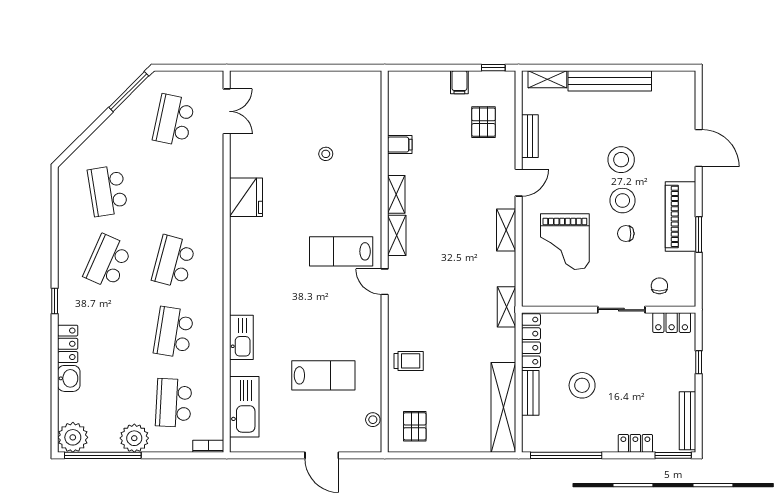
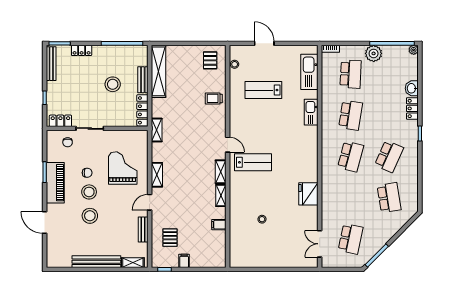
plant: (73, 437) -> (414, 50), width x0.53, depth x0.53

